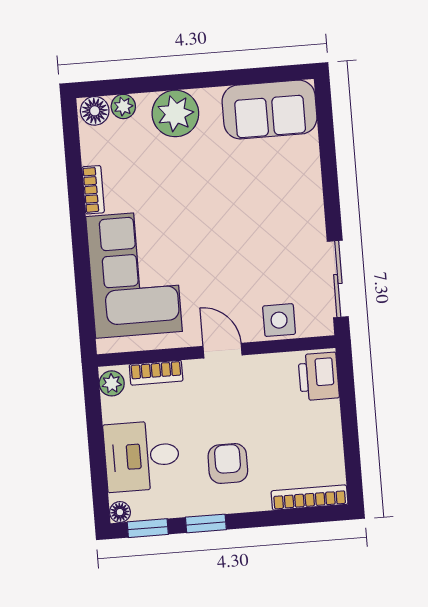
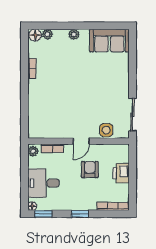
plant: (175, 113) -> (74, 34), width x0.53, depth x0.53
corner sofa: (134, 274) -> (46, 106), removed
door: (222, 351) -> (81, 141), swing flipped
printer: (319, 376) -> (121, 173), moved
armchair: (228, 464) -> (90, 169), moved
window: (206, 523) -> (80, 214), moved

